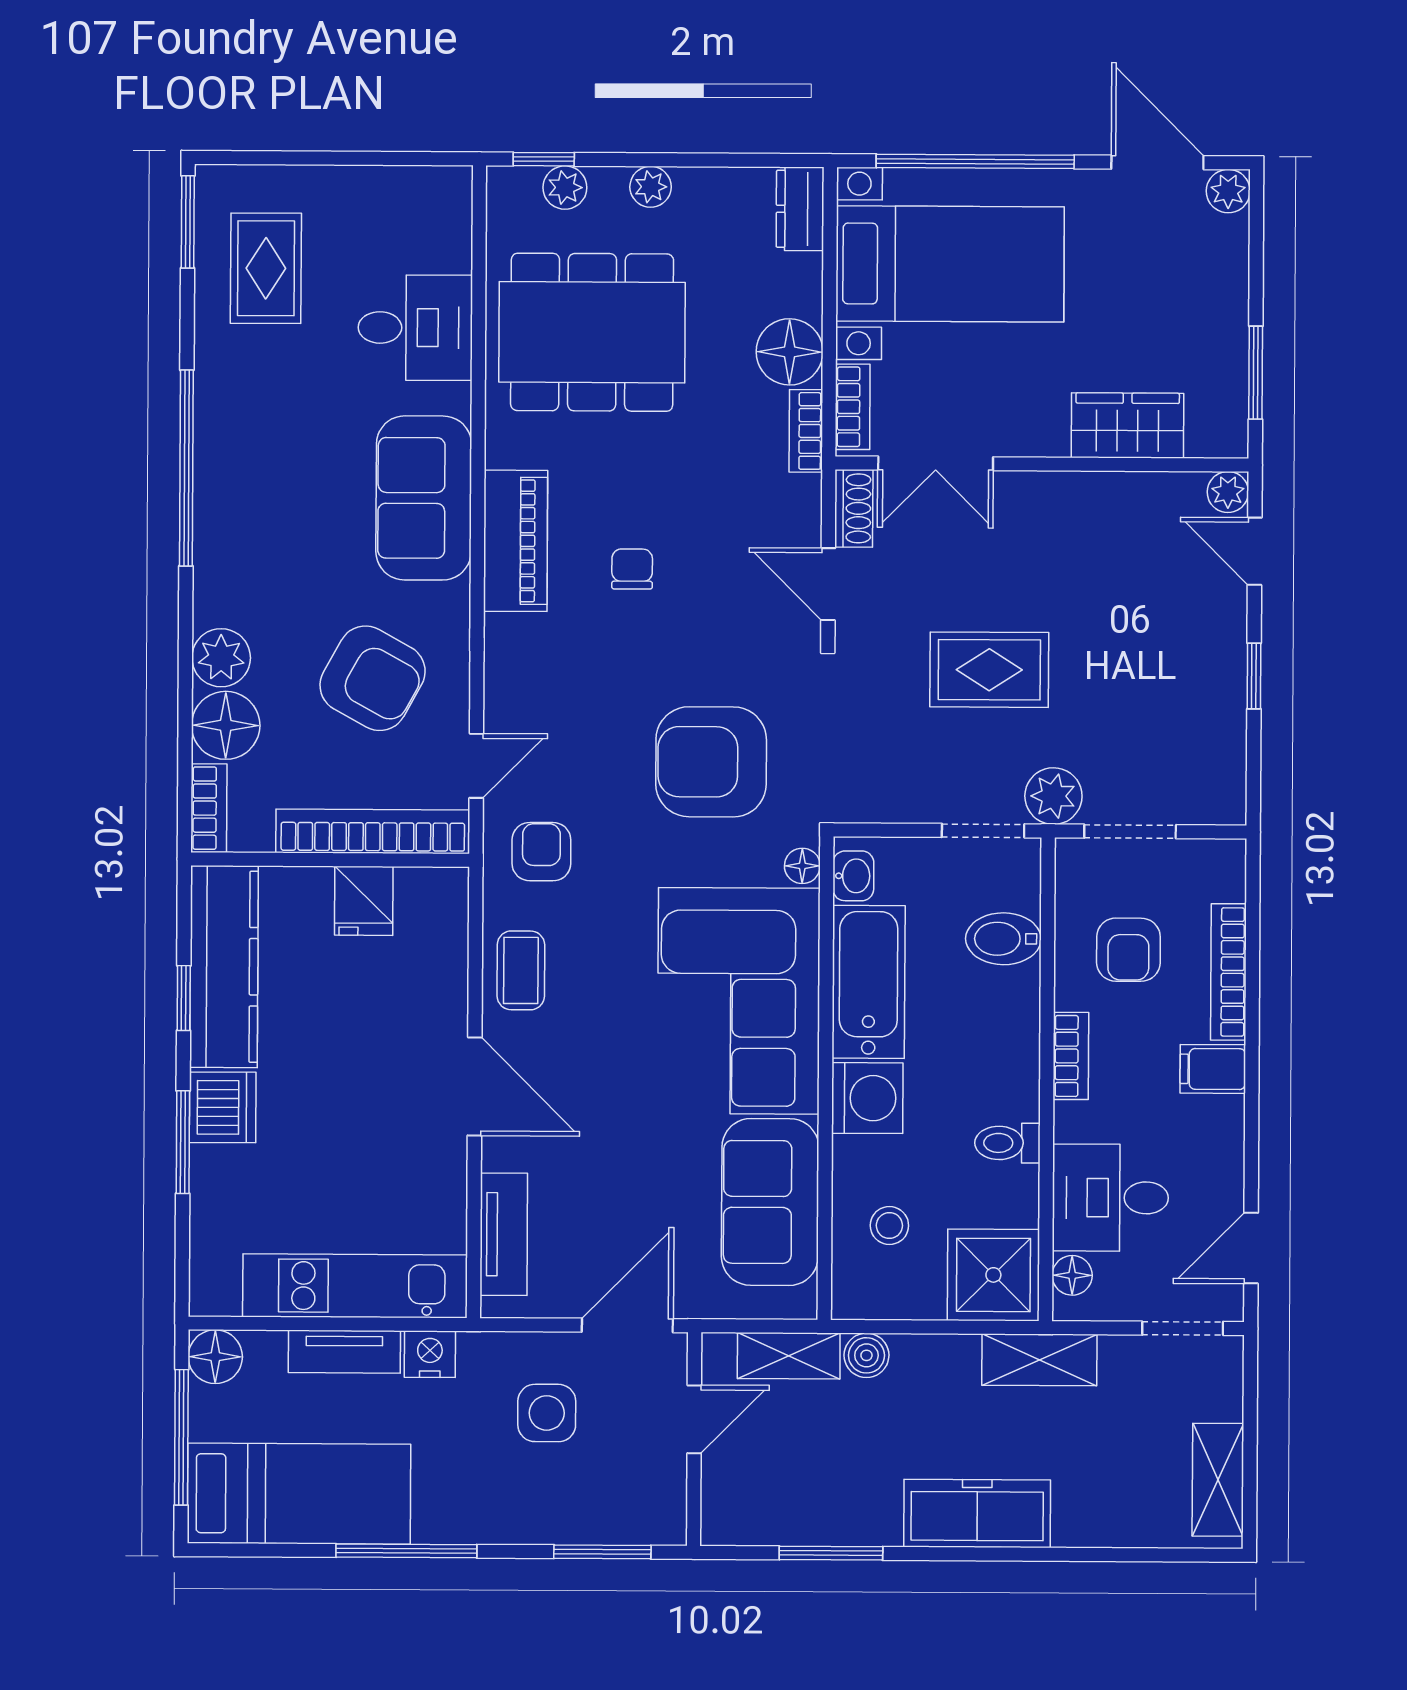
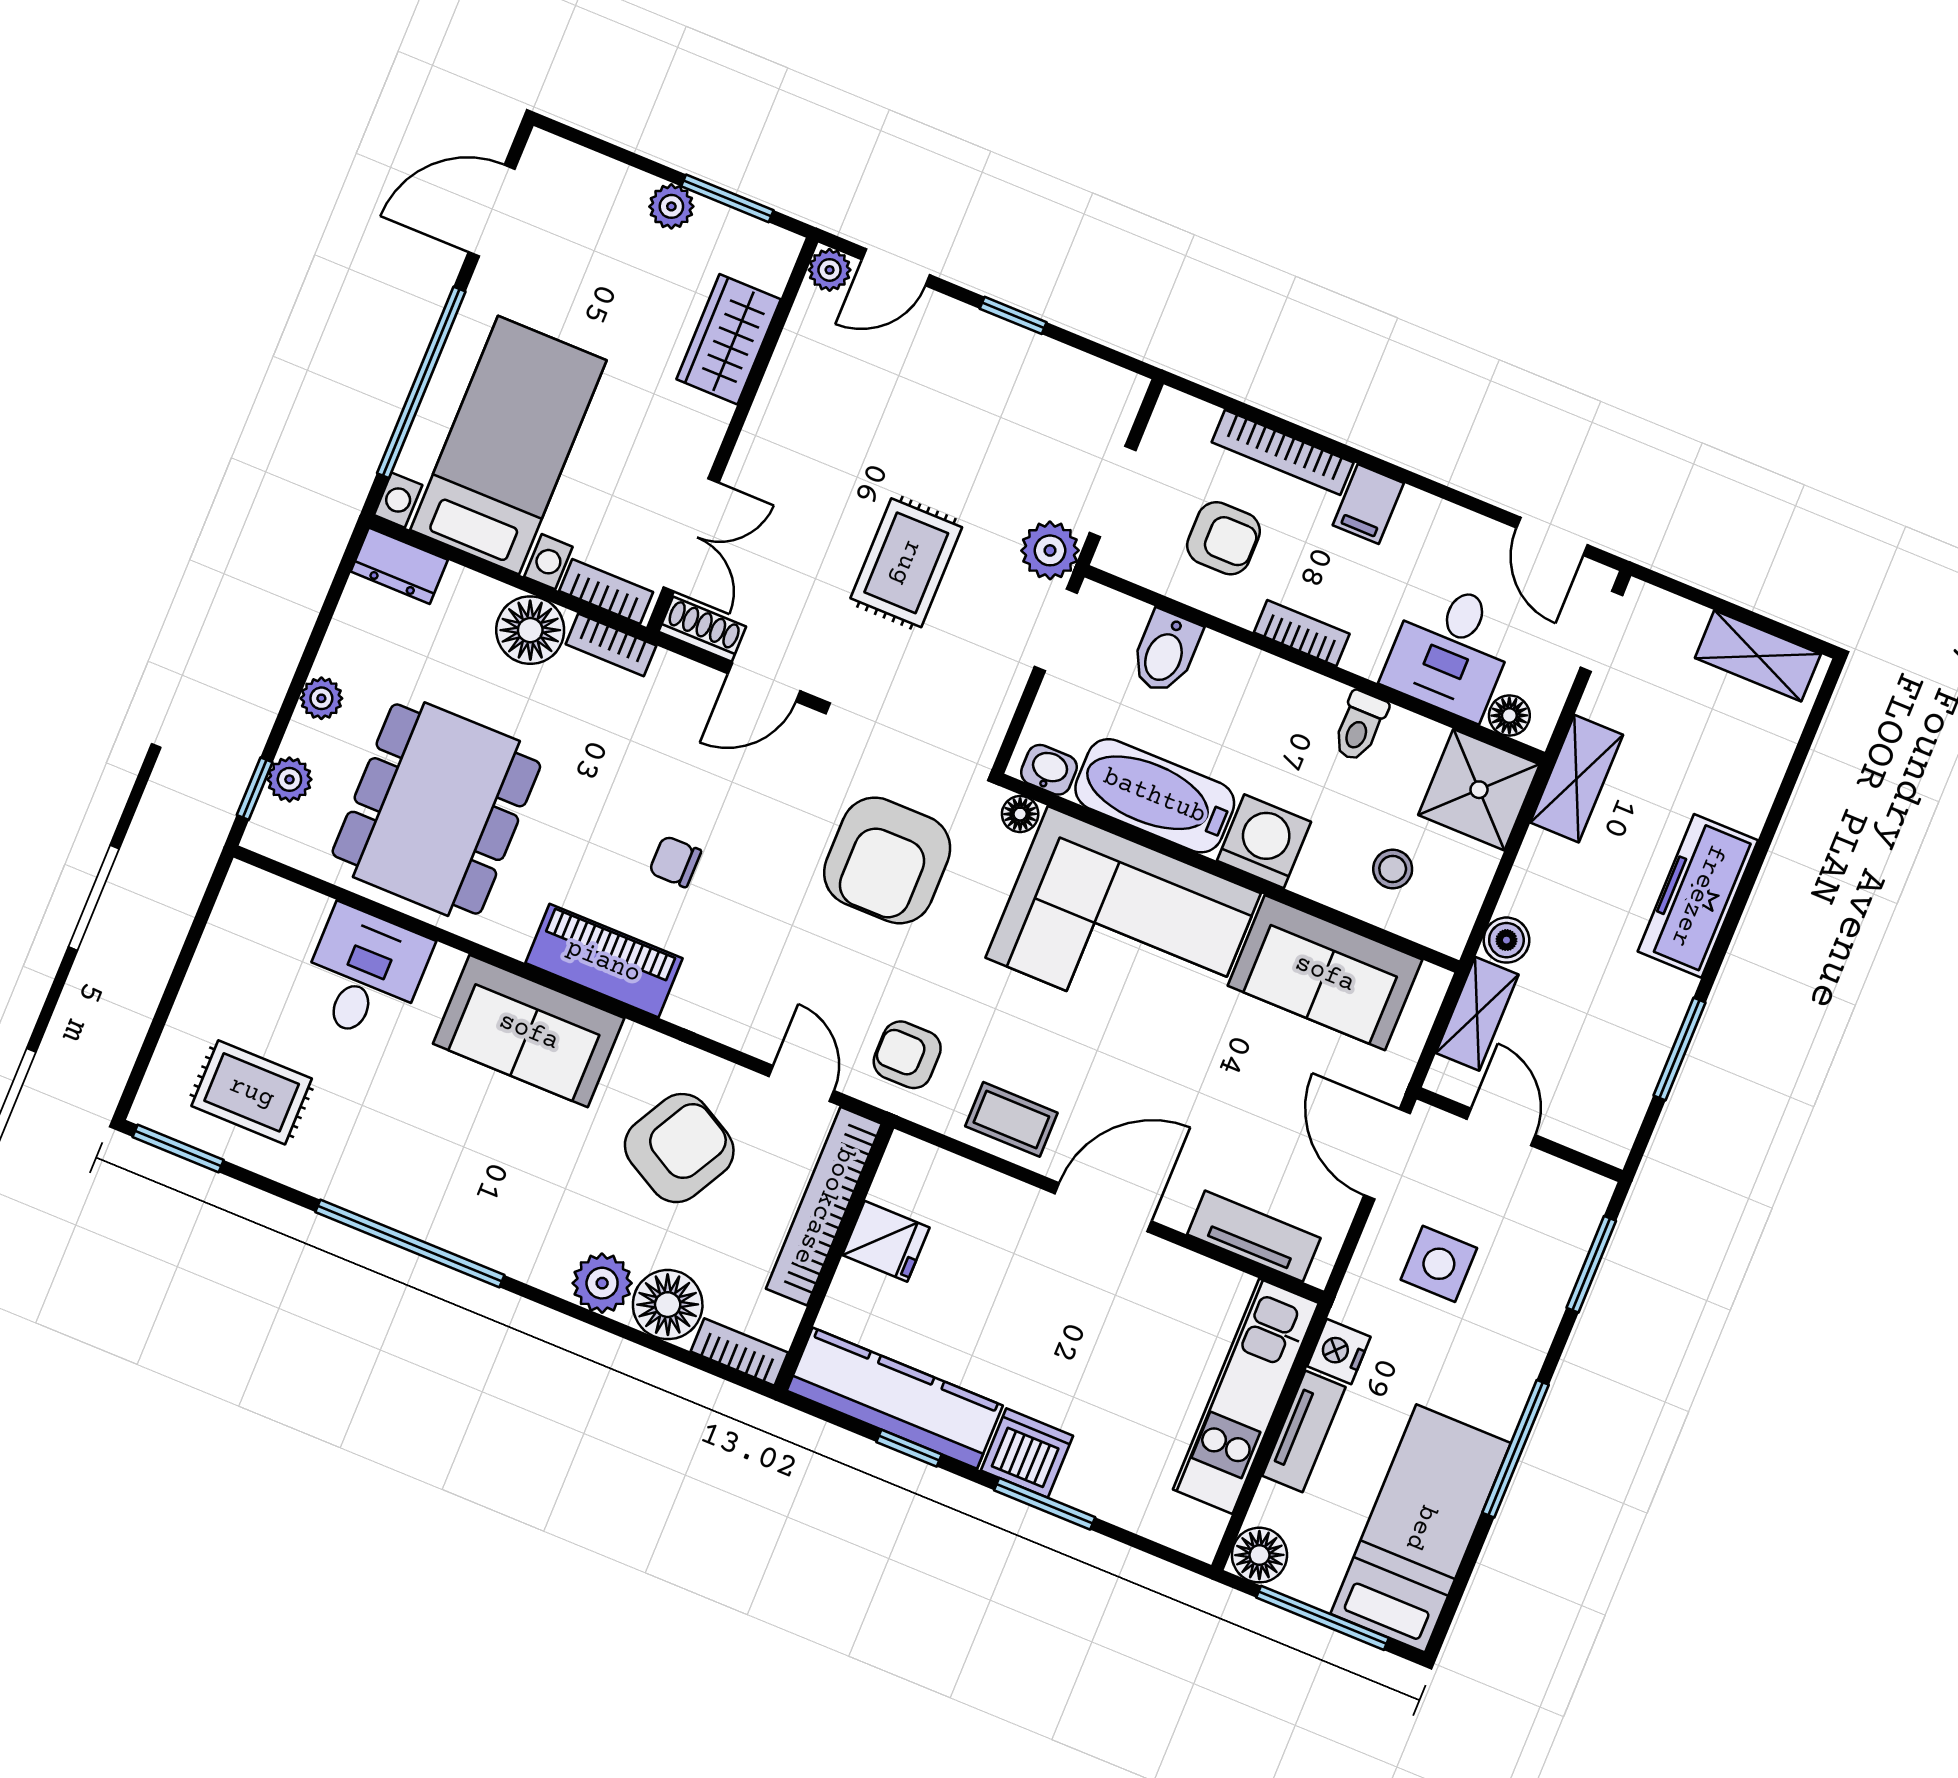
plant: (1228, 191) -> (671, 206), moved

